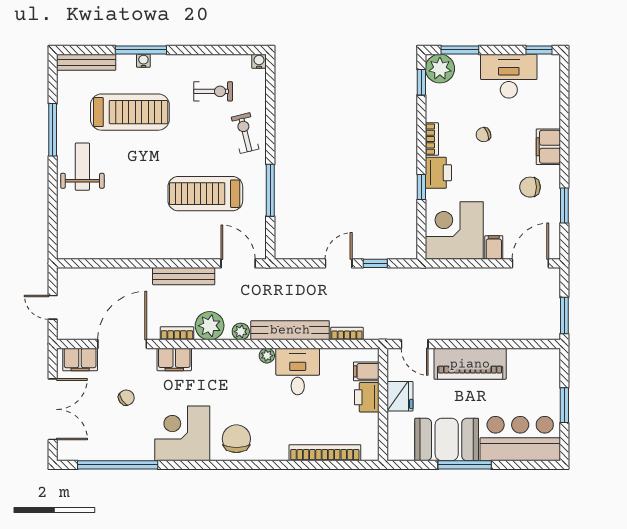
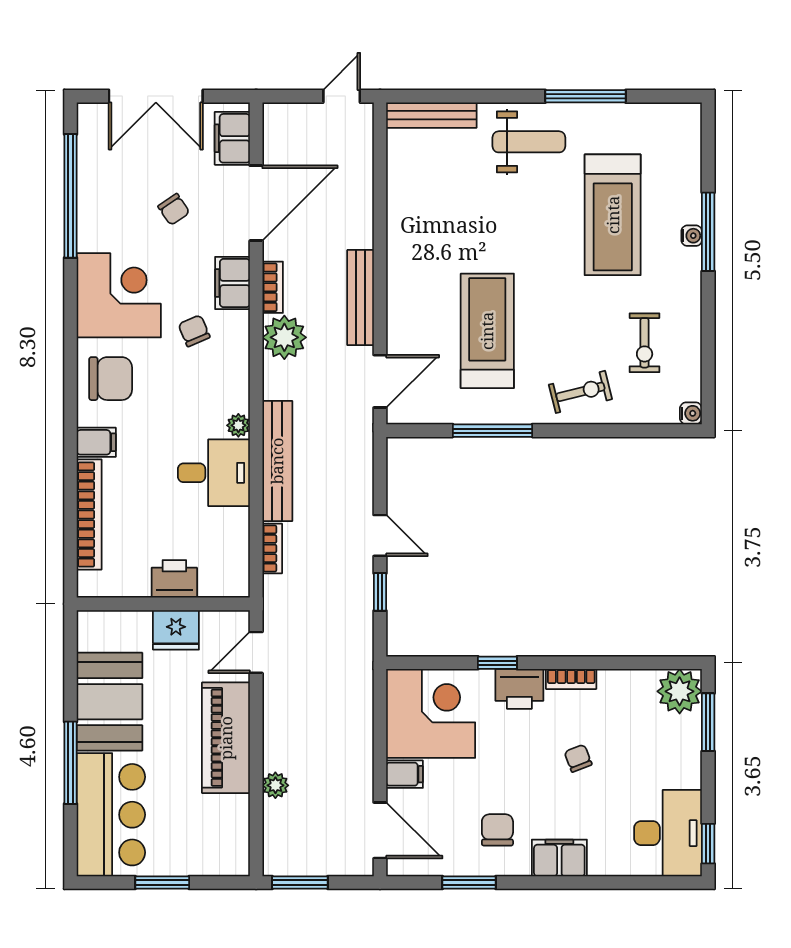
bench: (86, 62) -> (431, 115), moved, turned 90
desk: (509, 76) -> (668, 833), moved
window: (421, 82) -> (659, 663), removed
door: (53, 307) -> (342, 96), moved
plant: (241, 332) -> (275, 785), moved
door: (122, 344) -> (256, 203), hinge flipped
filing cabinet: (366, 371) -> (96, 442), moved, turned 90
chair: (205, 384) -> (194, 331), added
window: (465, 465) -> (70, 763), moved

